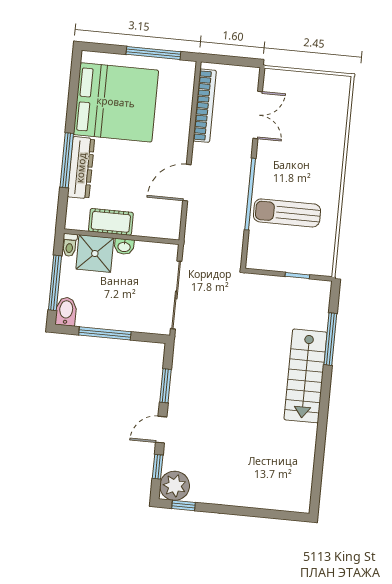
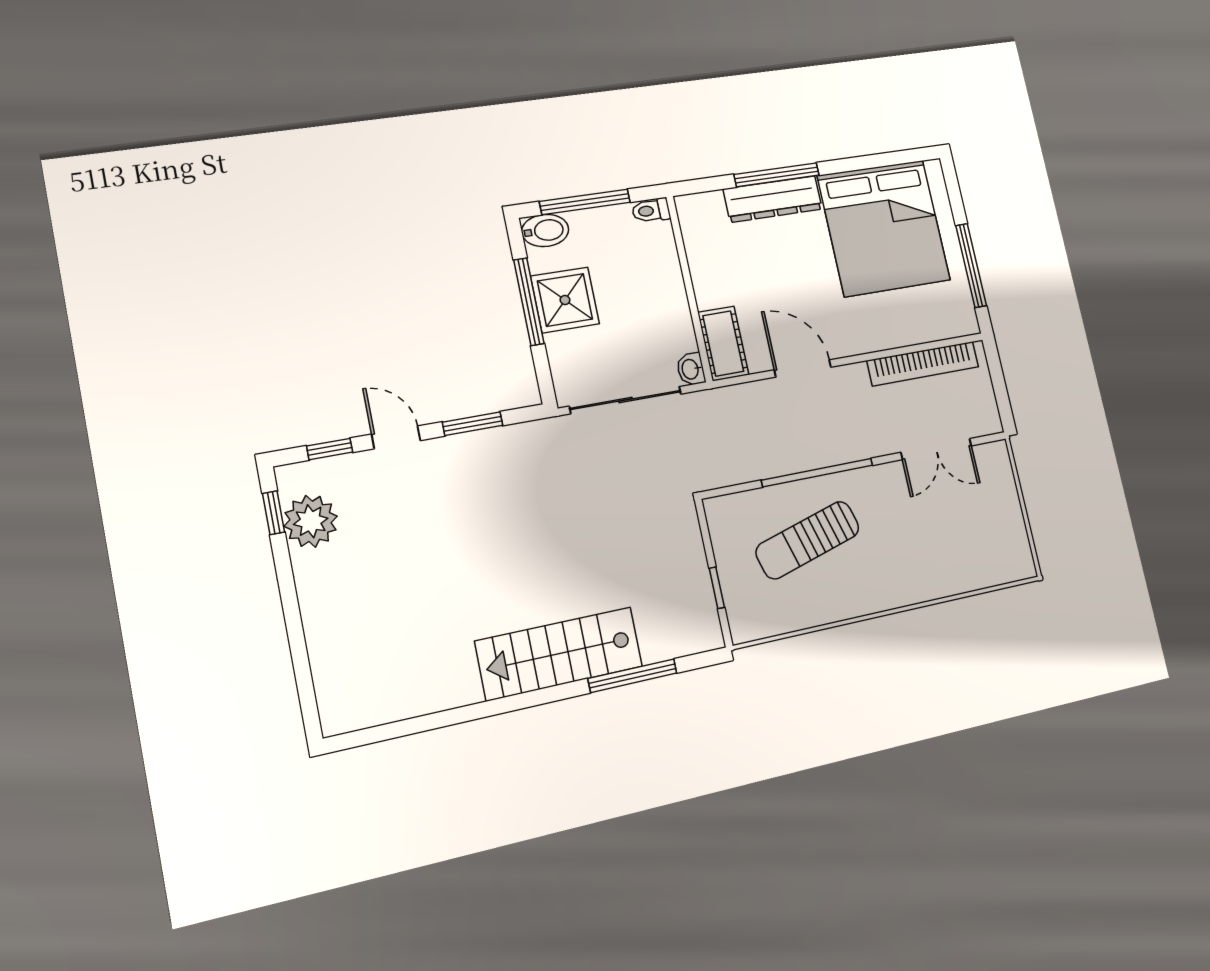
sun lounger: (287, 213) -> (808, 540), turned -106
cot: (111, 222) -> (723, 343), moved
washbasin: (124, 247) -> (691, 369), moved
shower: (95, 254) -> (565, 300), moved
plant: (175, 486) -> (311, 521), moved

